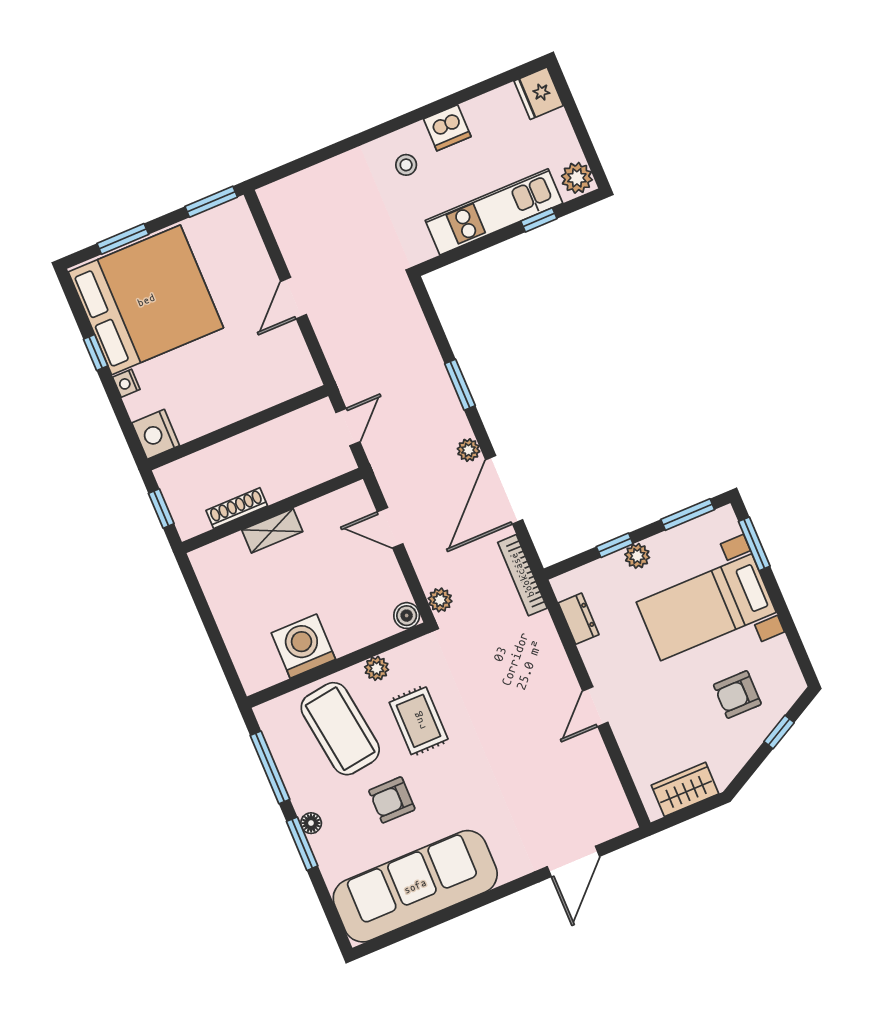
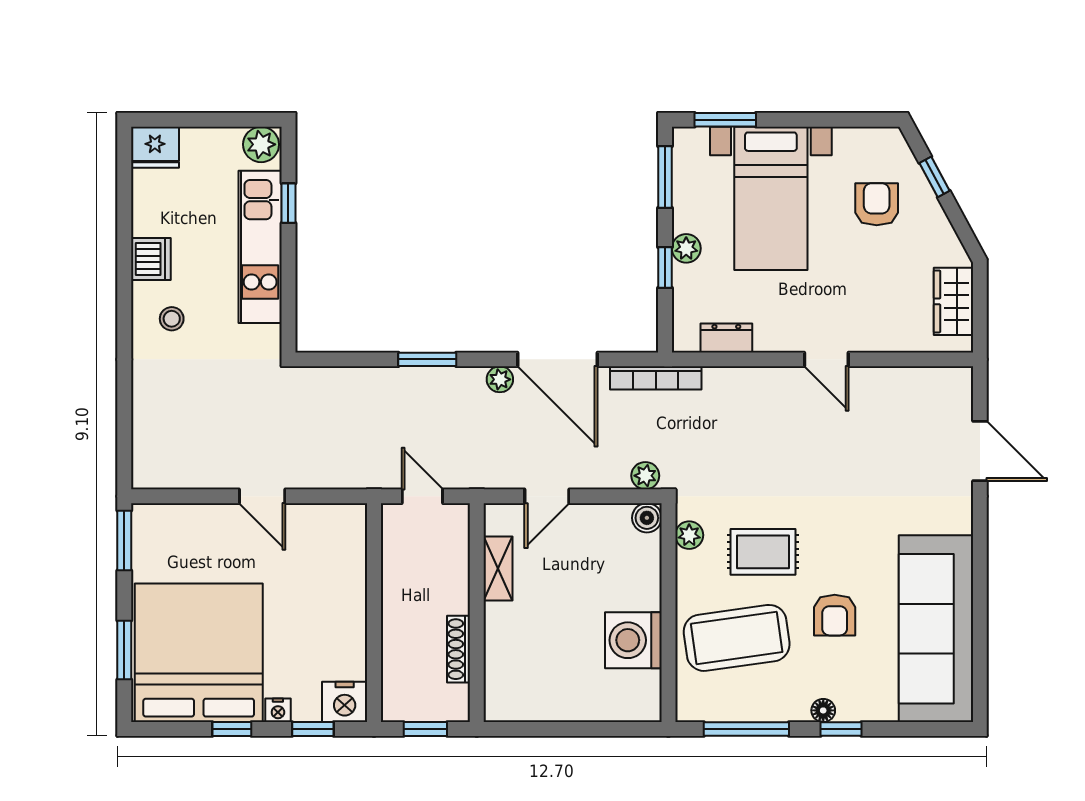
window: (123, 418) -> (313, 729), added
shelving: (272, 531) -> (498, 568), moved
plant: (377, 668) -> (689, 535), moved
armchair: (737, 695) -> (877, 204), turned 180
window: (302, 844) -> (841, 729), width x0.67

